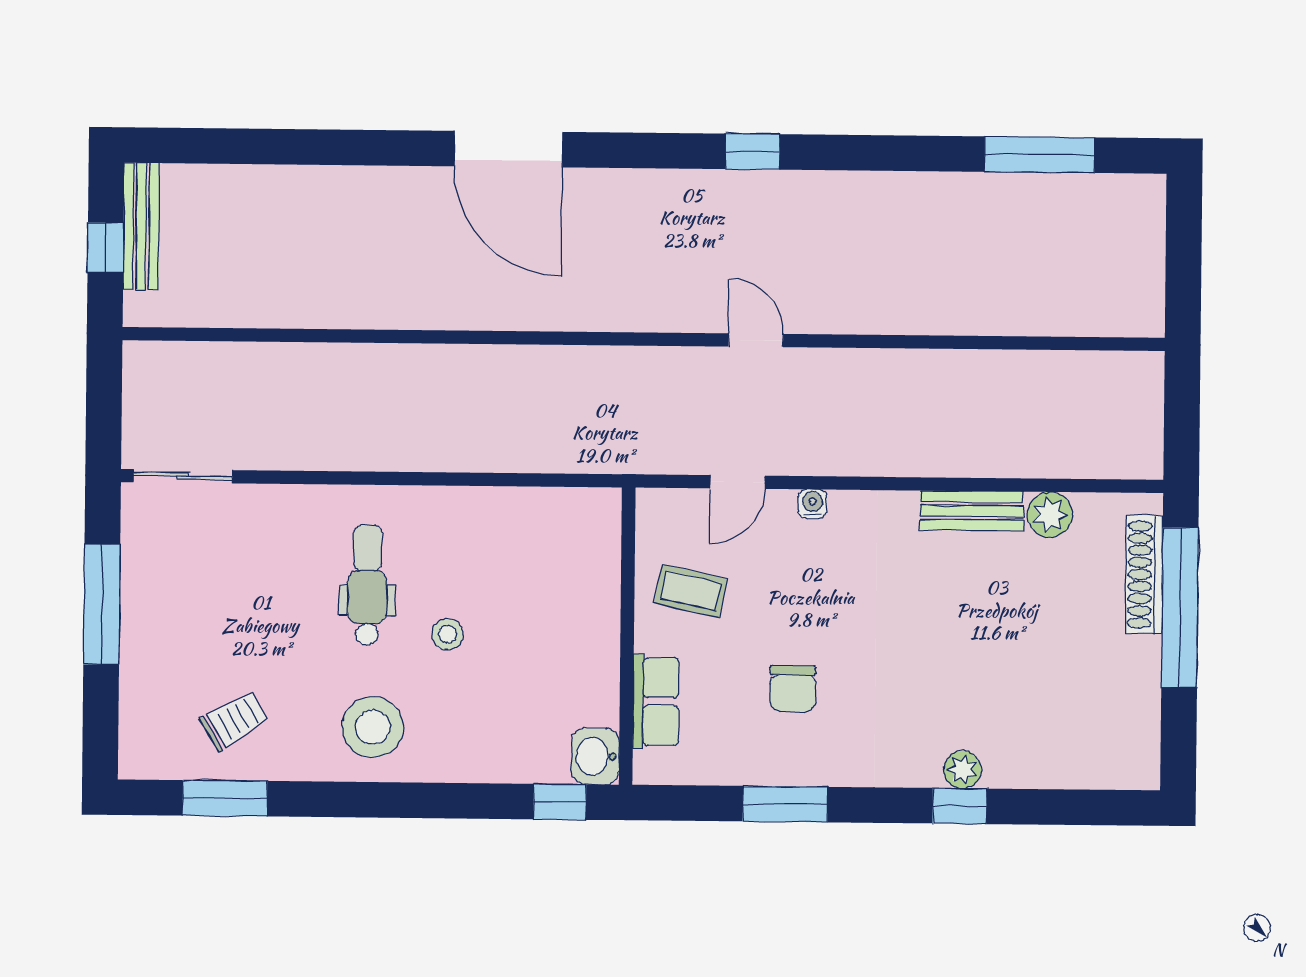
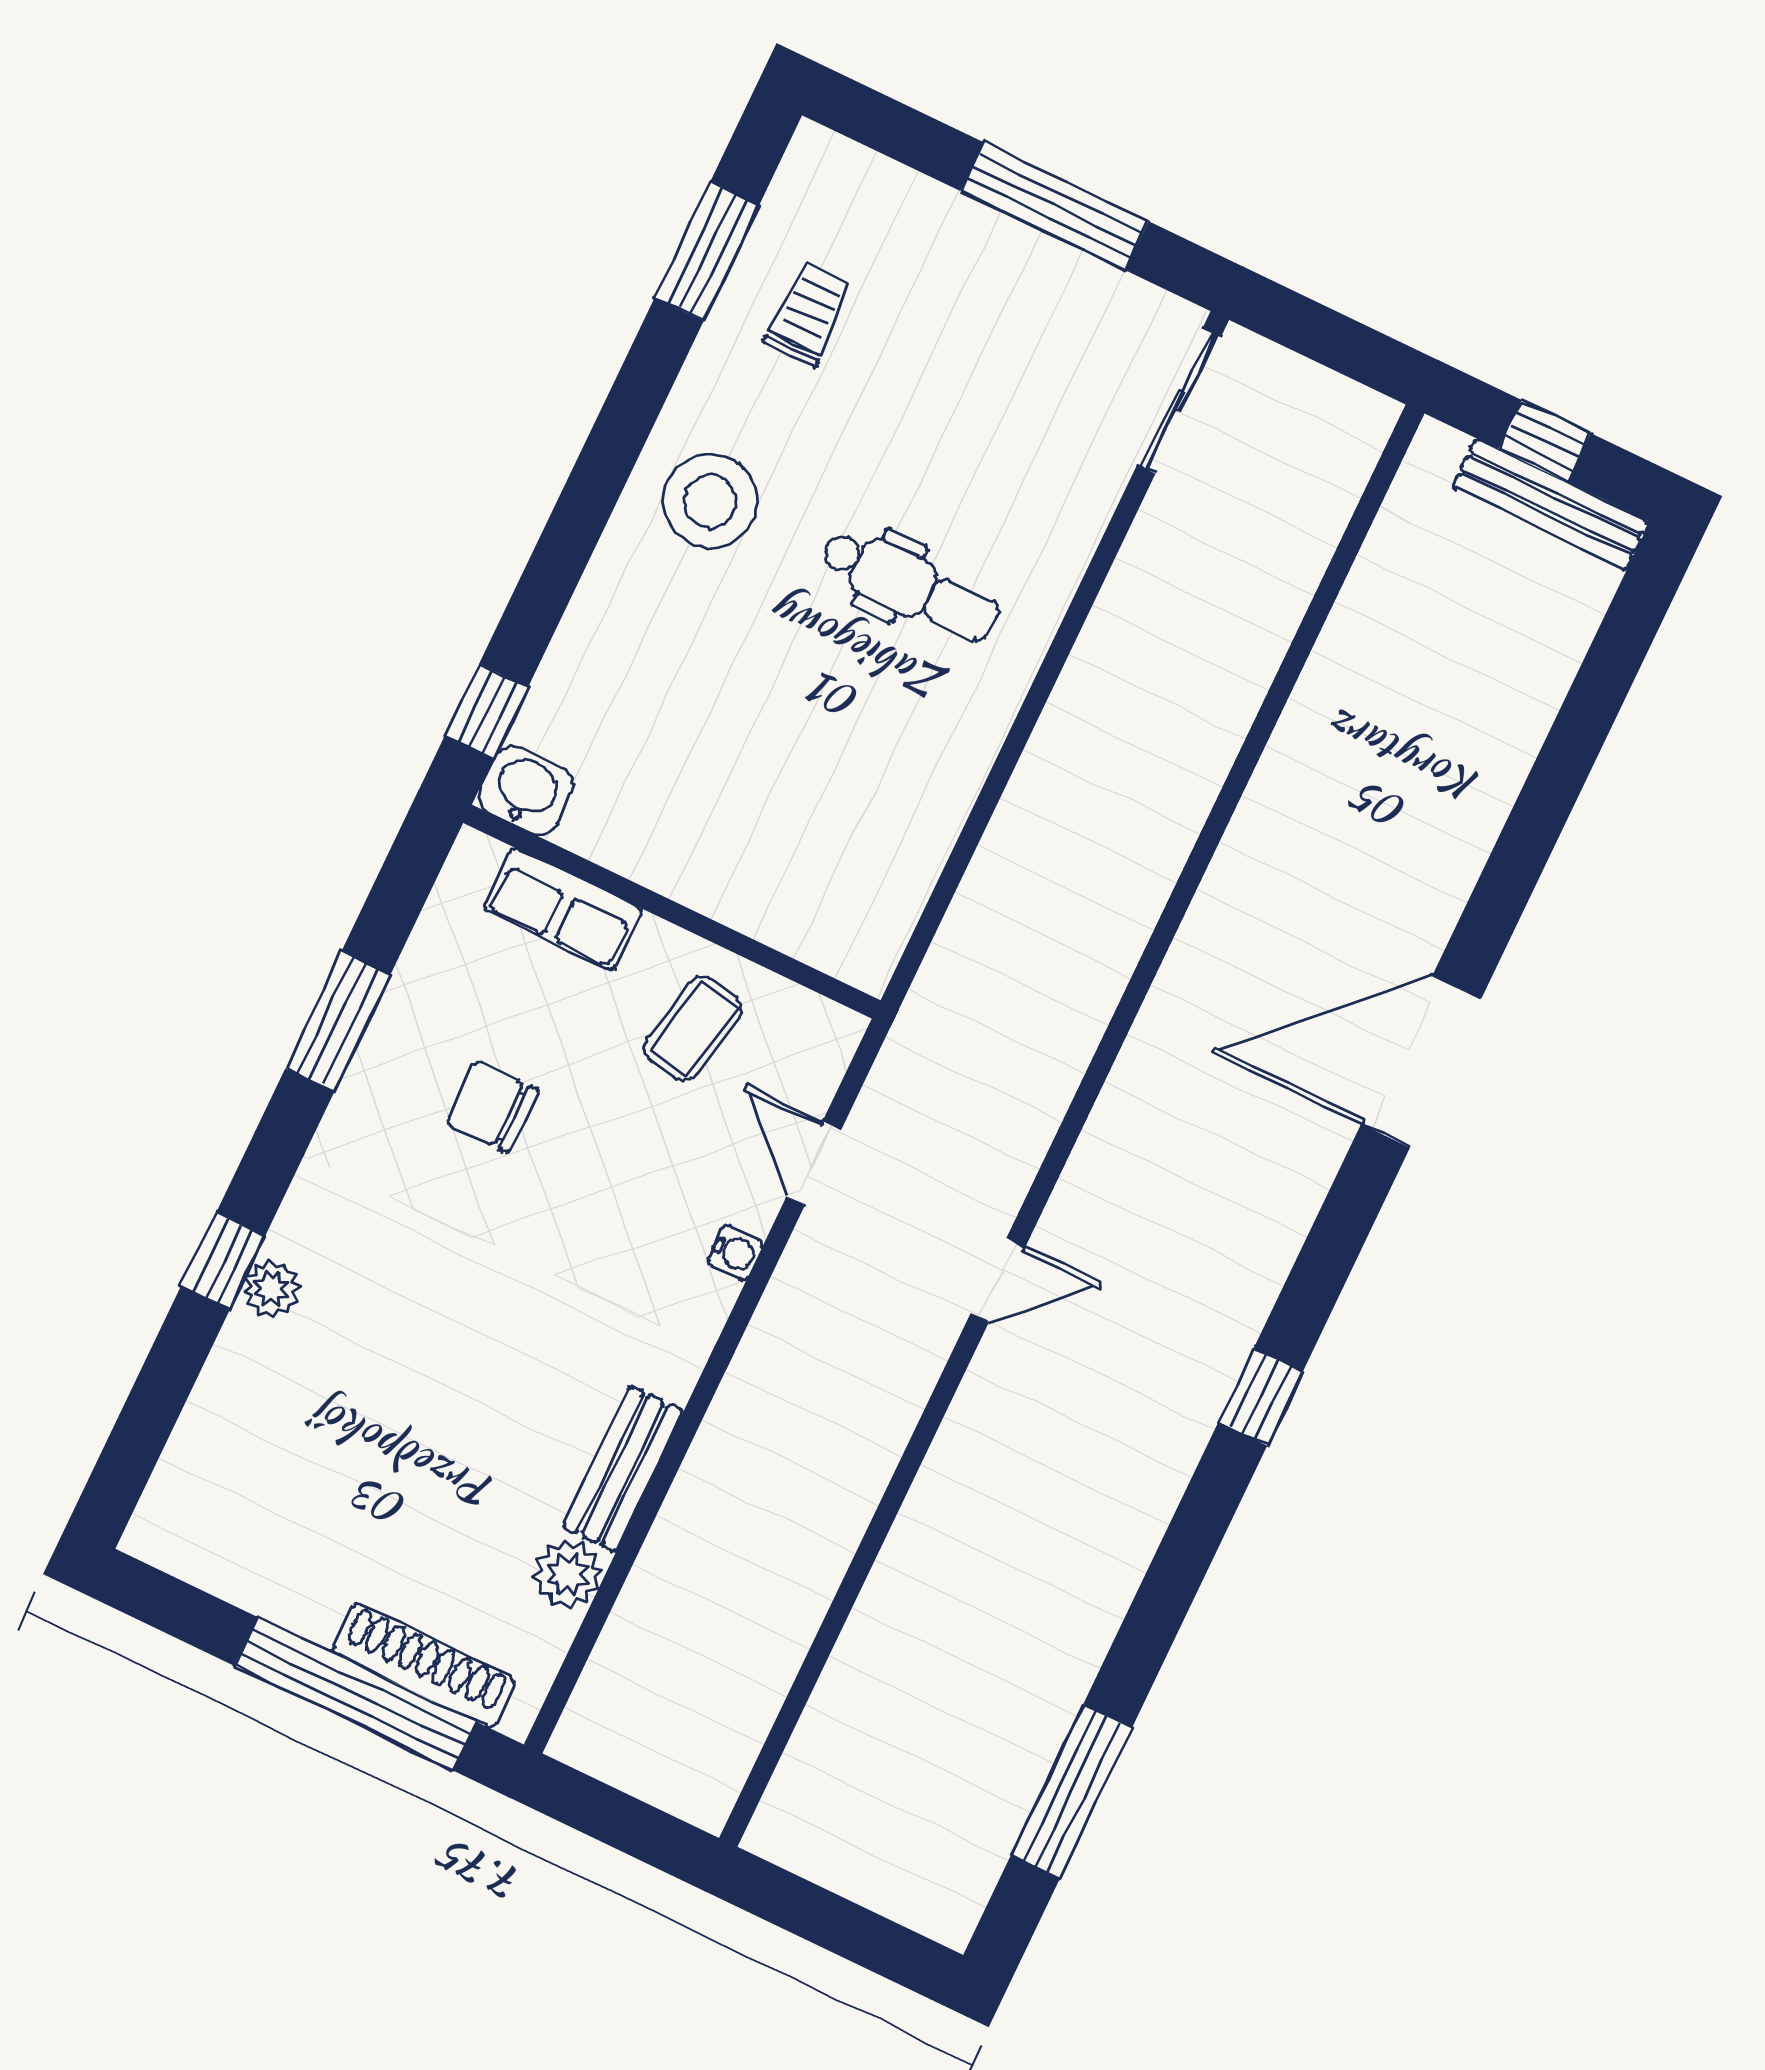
stool: (447, 634) -> (790, 664), removed
trolley: (234, 721) -> (808, 314), turned -149

